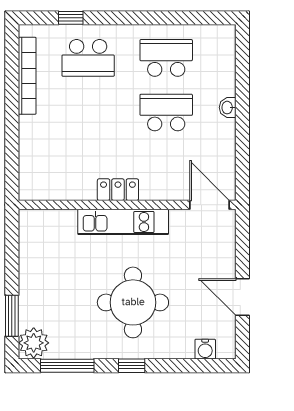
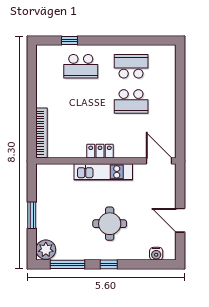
bookcase: (27, 76) -> (42, 133), moved
washbasin: (228, 108) -> (171, 98), removed
school desk: (166, 113) -> (131, 101), turned 180
round table: (133, 302) -> (110, 224), width x0.73, depth x0.73
window: (12, 316) -> (32, 215), moved

